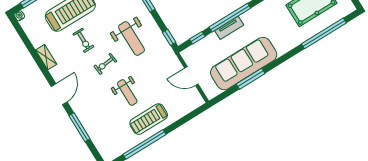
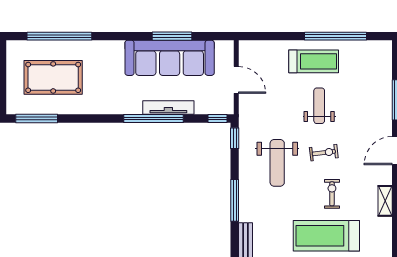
tv unit: (229, 28) -> (168, 108), width x1.41
window: (197, 38) -> (218, 118), moved
weight bench: (131, 39) -> (277, 163), turned 180

